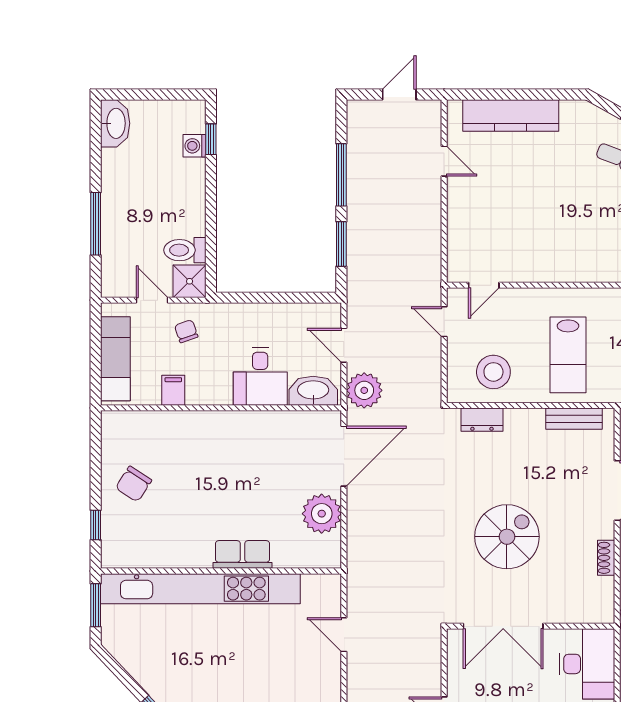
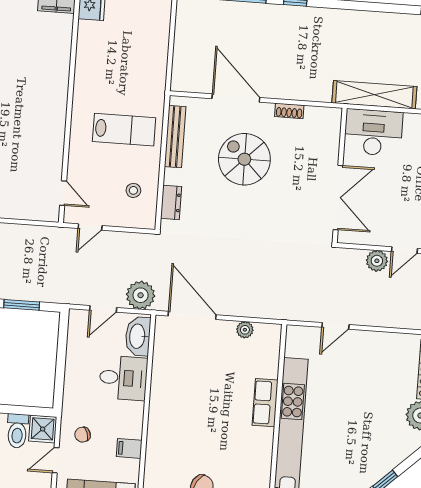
stool: (493, 372) -> (133, 190), width x0.53, depth x0.53
bench: (574, 419) -> (175, 137), width x1.36
plant: (322, 514) -> (245, 330), width x0.53, depth x0.53
spiral stairs: (507, 537) -> (244, 159), moved
plant: (428, 680) -> (377, 261), added

